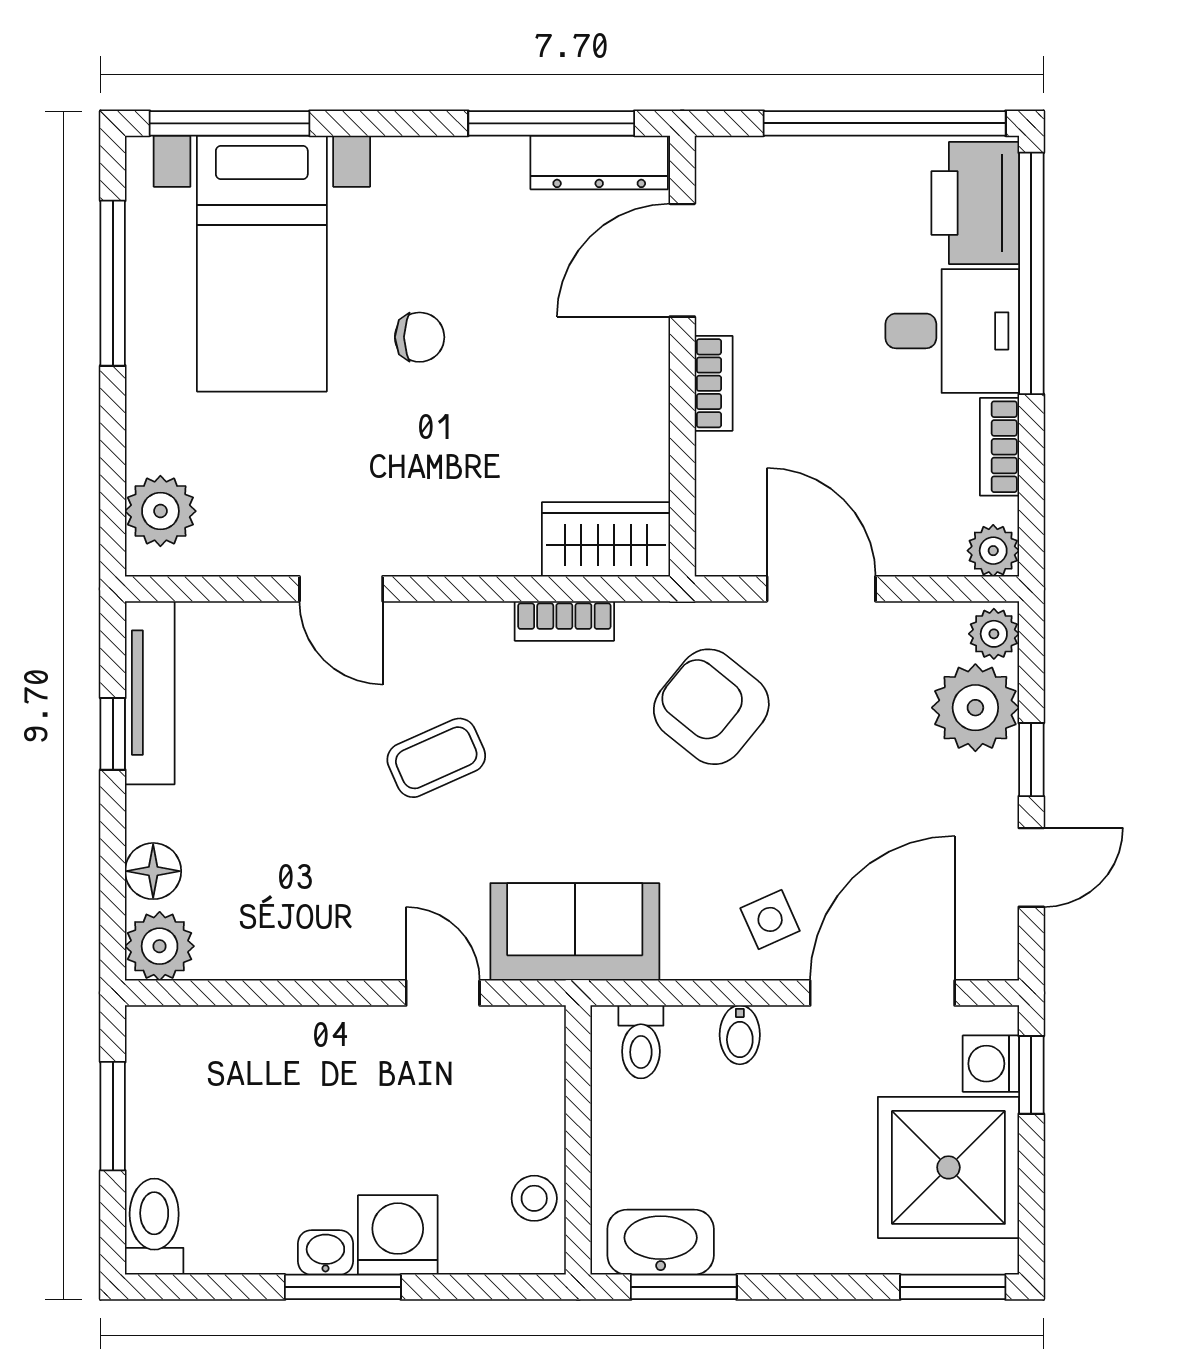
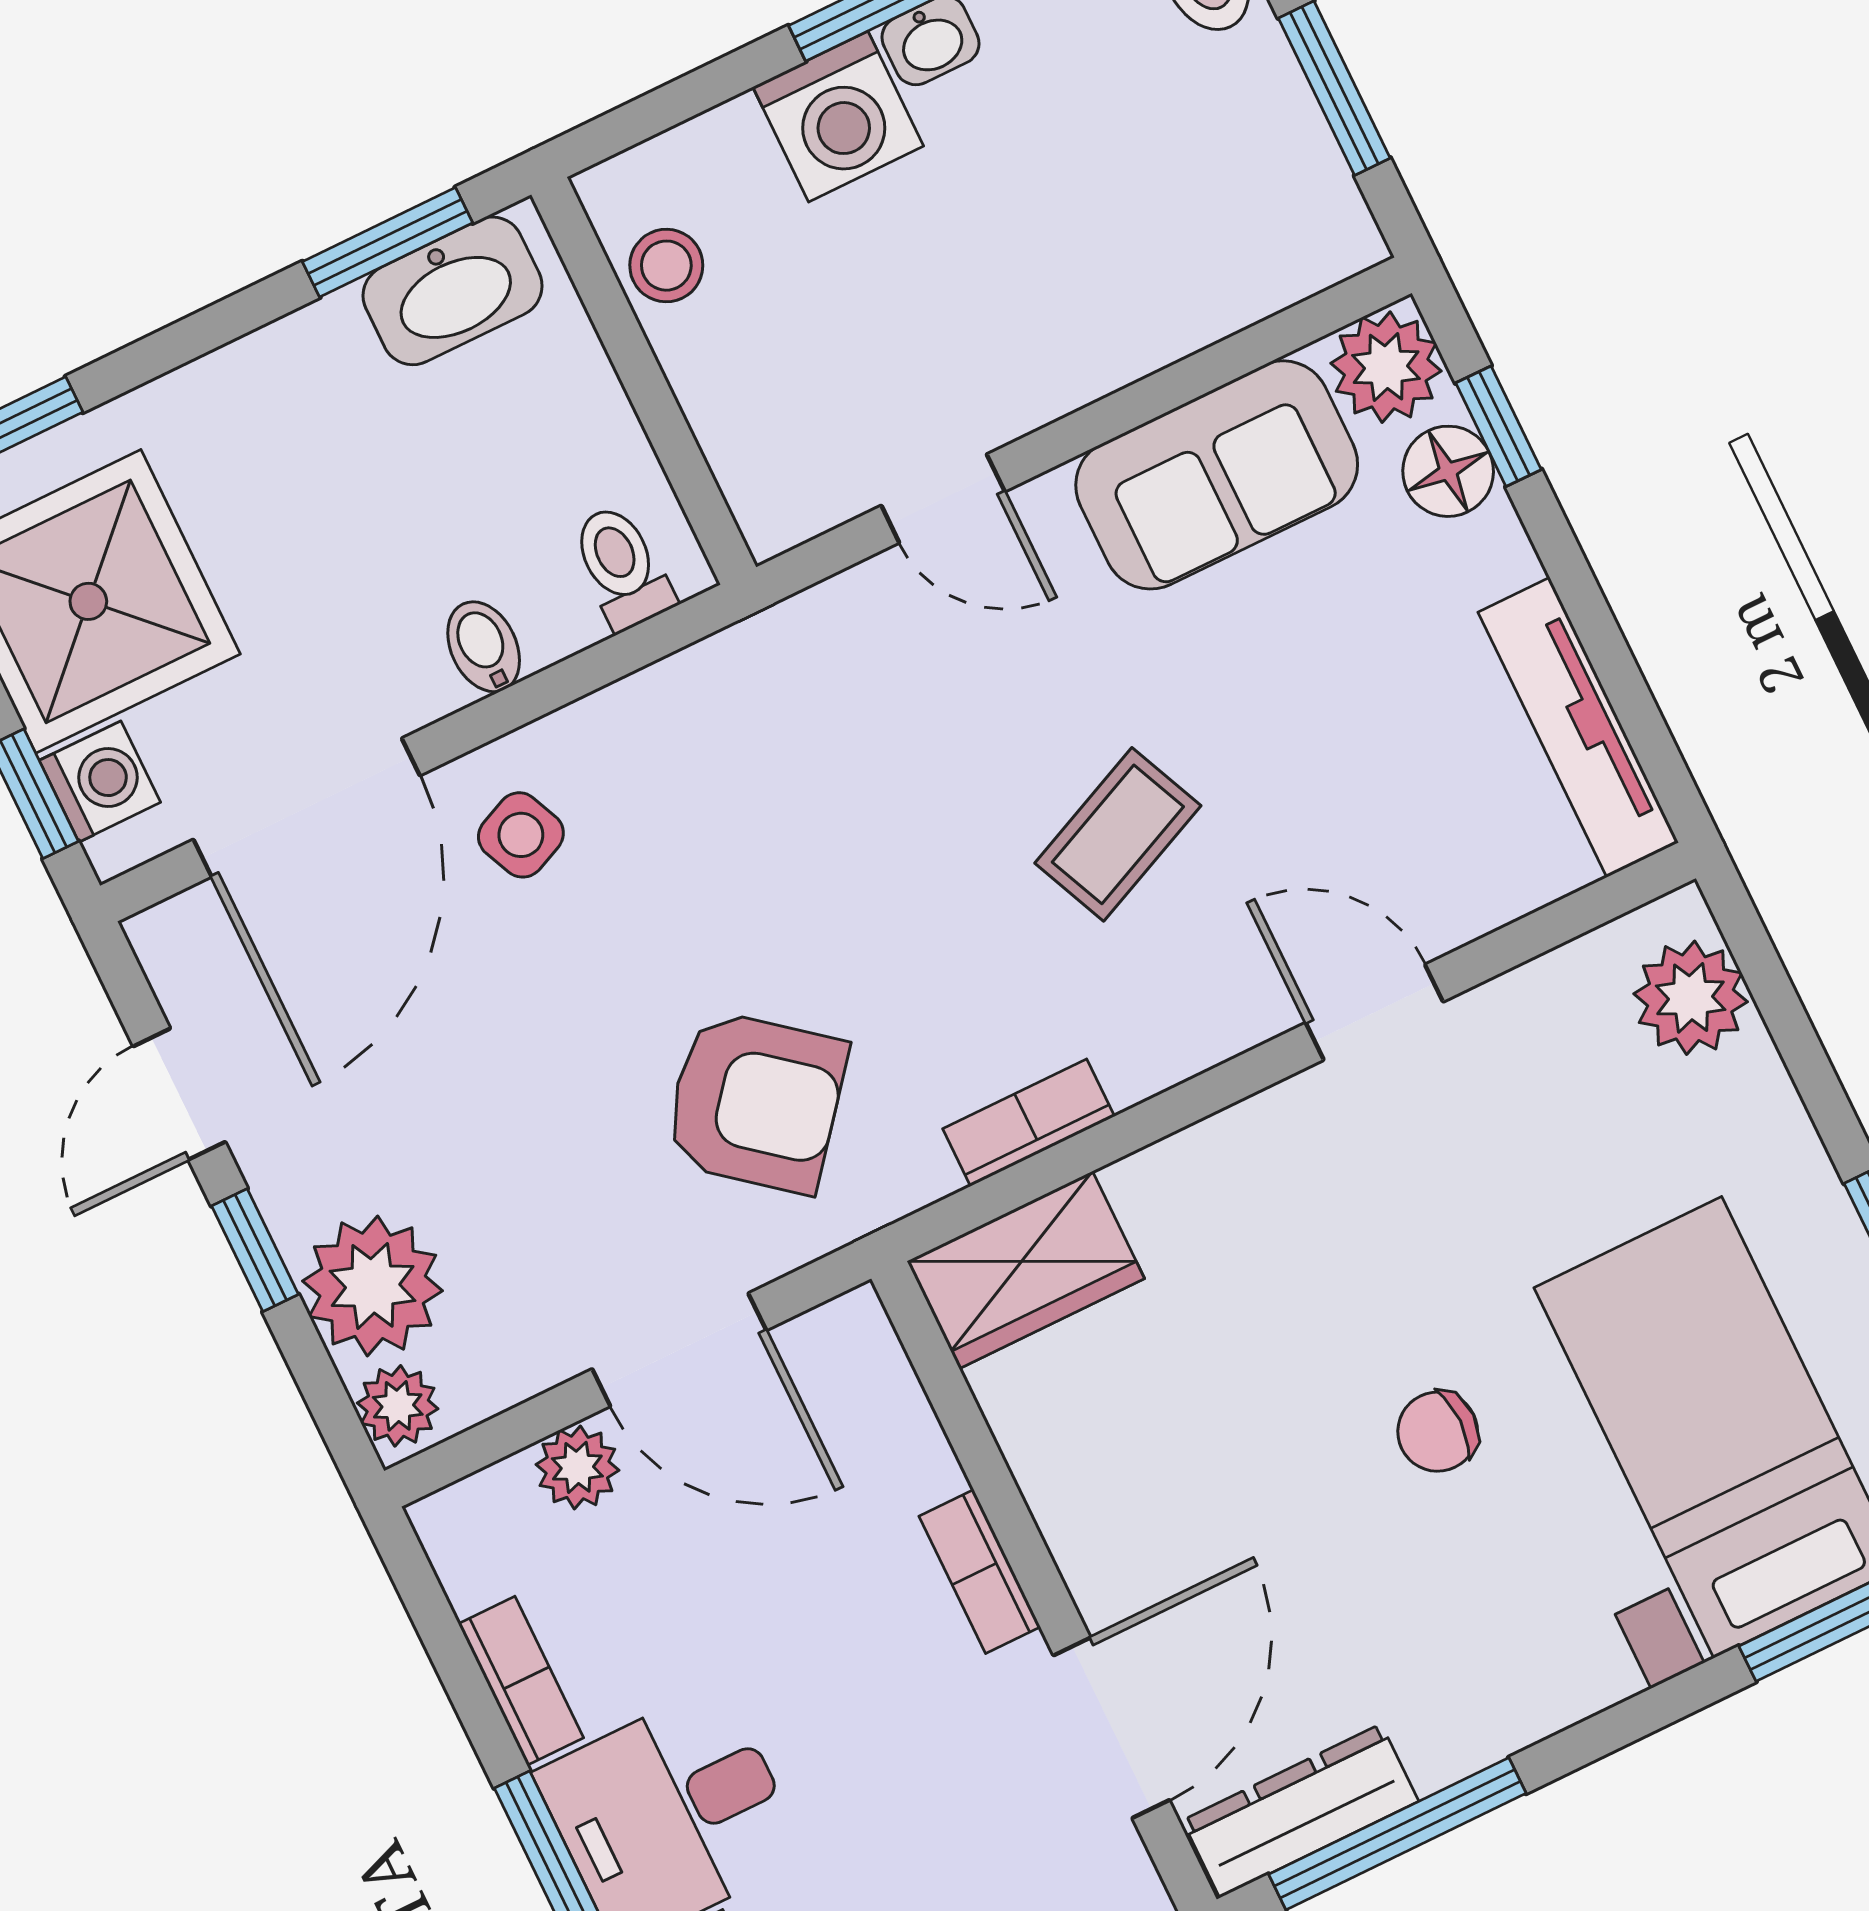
plant: (993, 551) -> (577, 1467), moved
window: (113, 734) -> (1498, 426), moved
sofa: (575, 932) -> (1217, 475), moved

